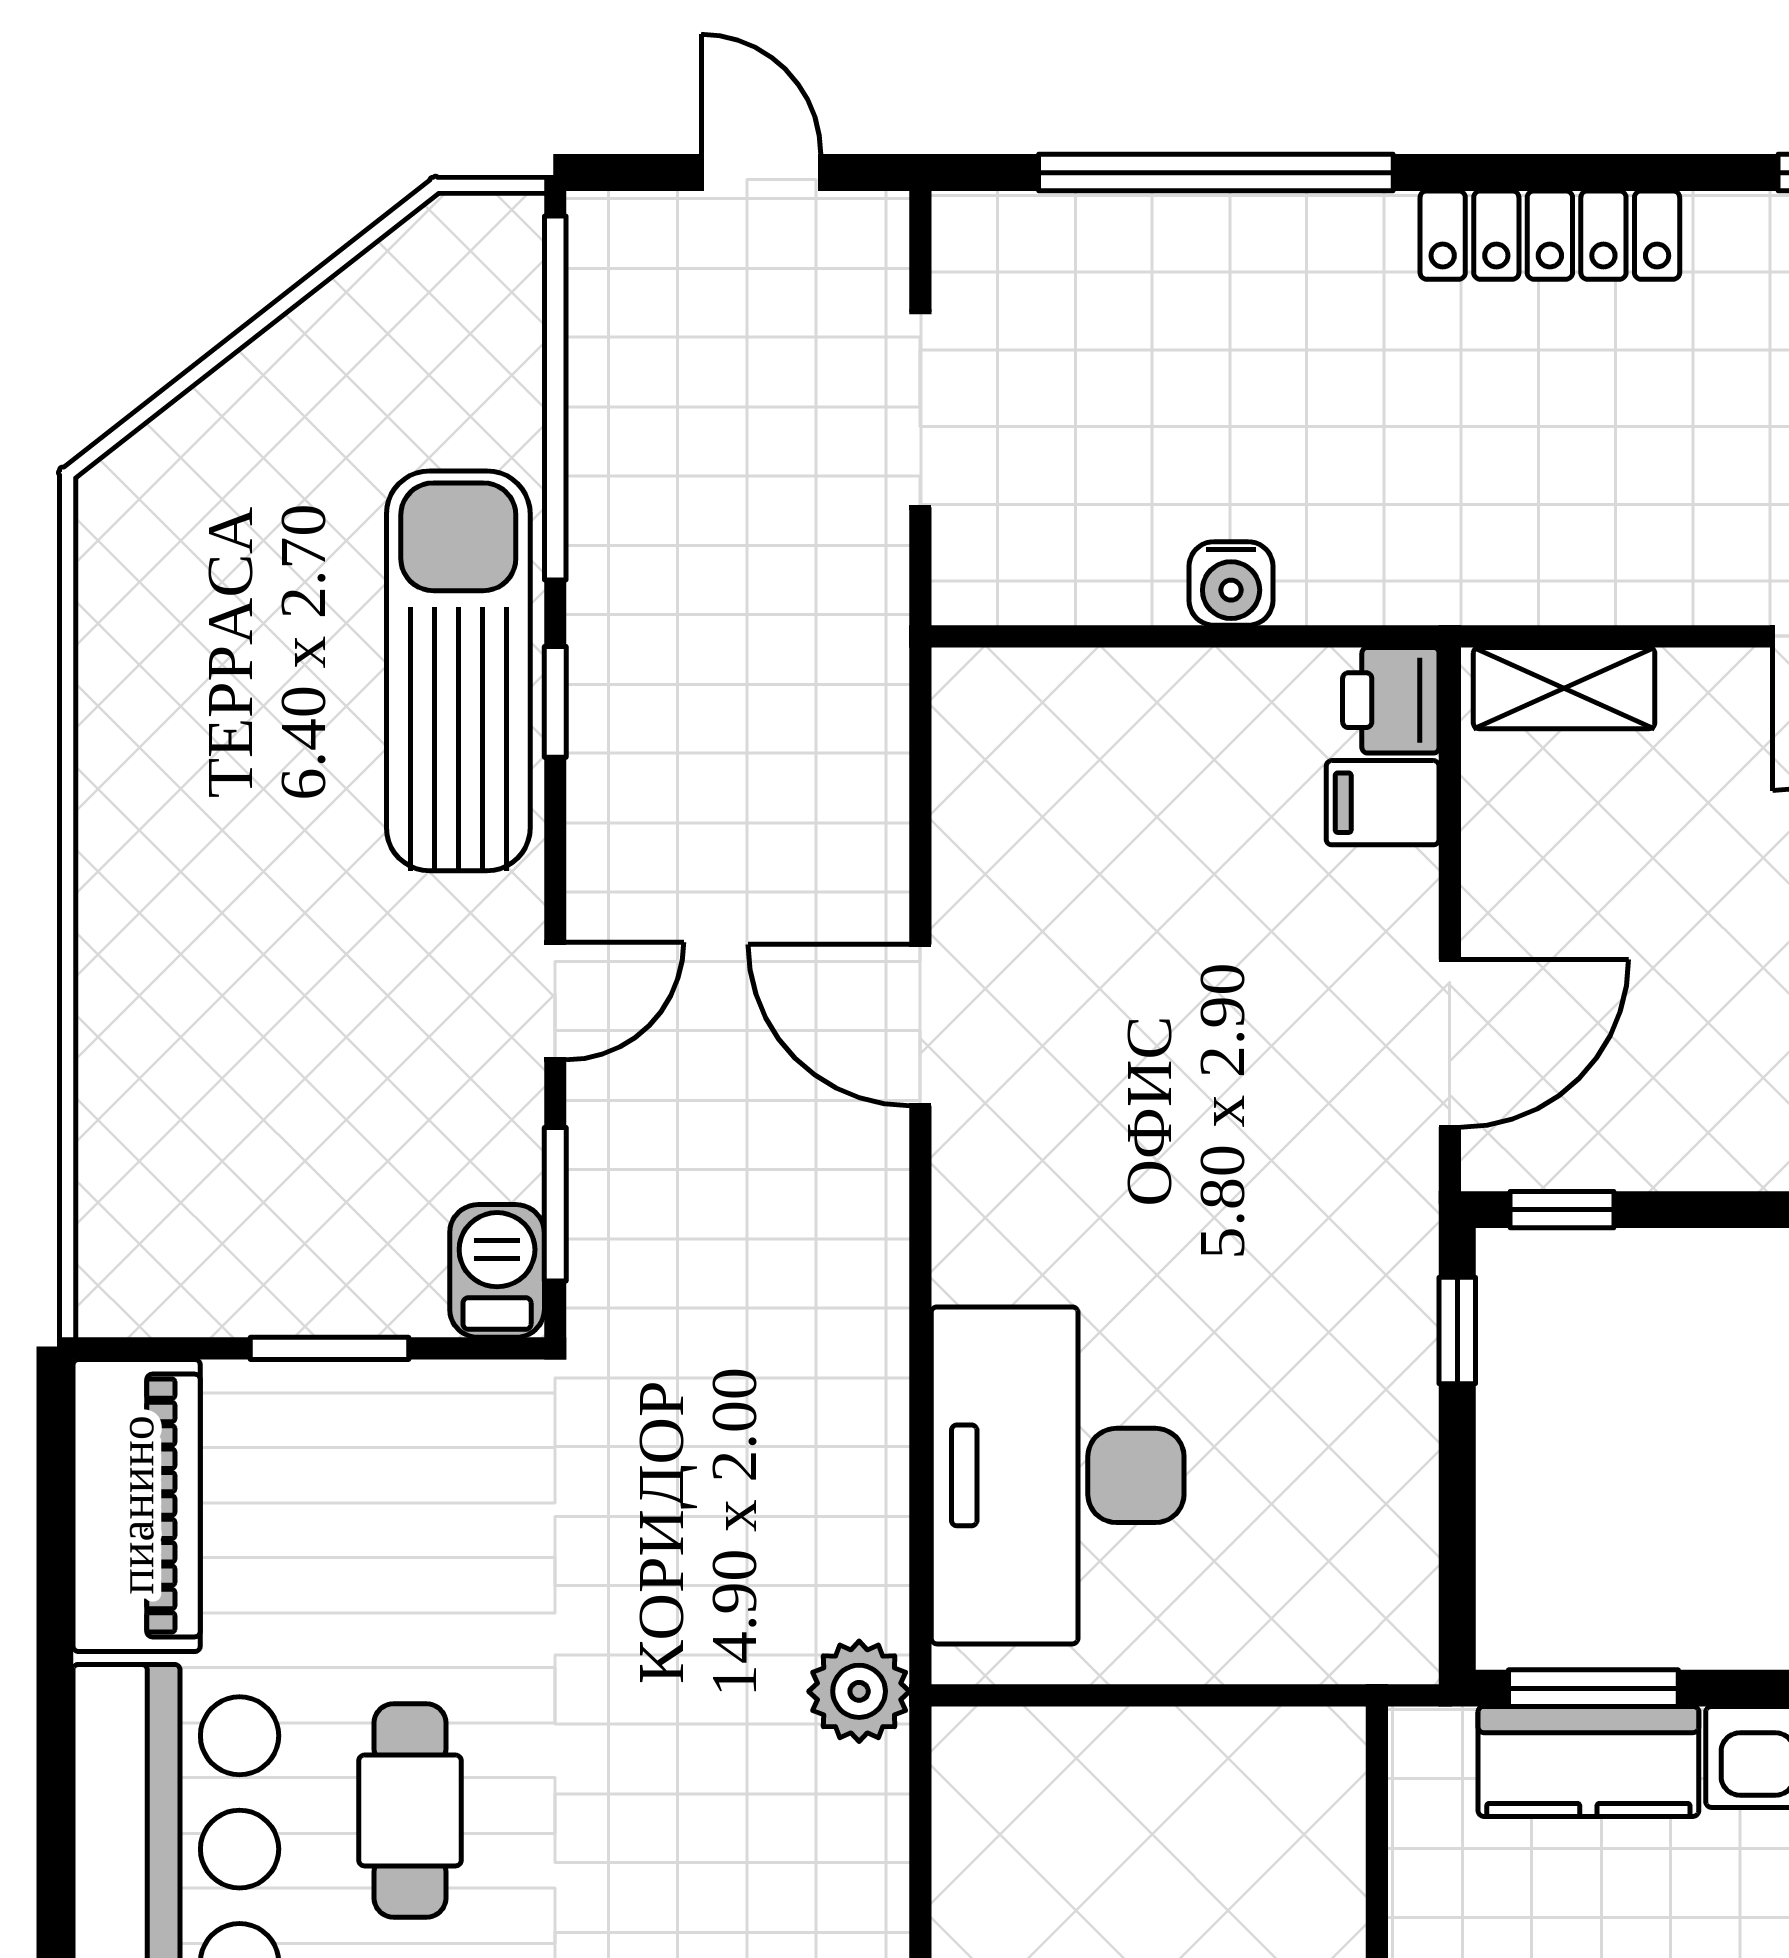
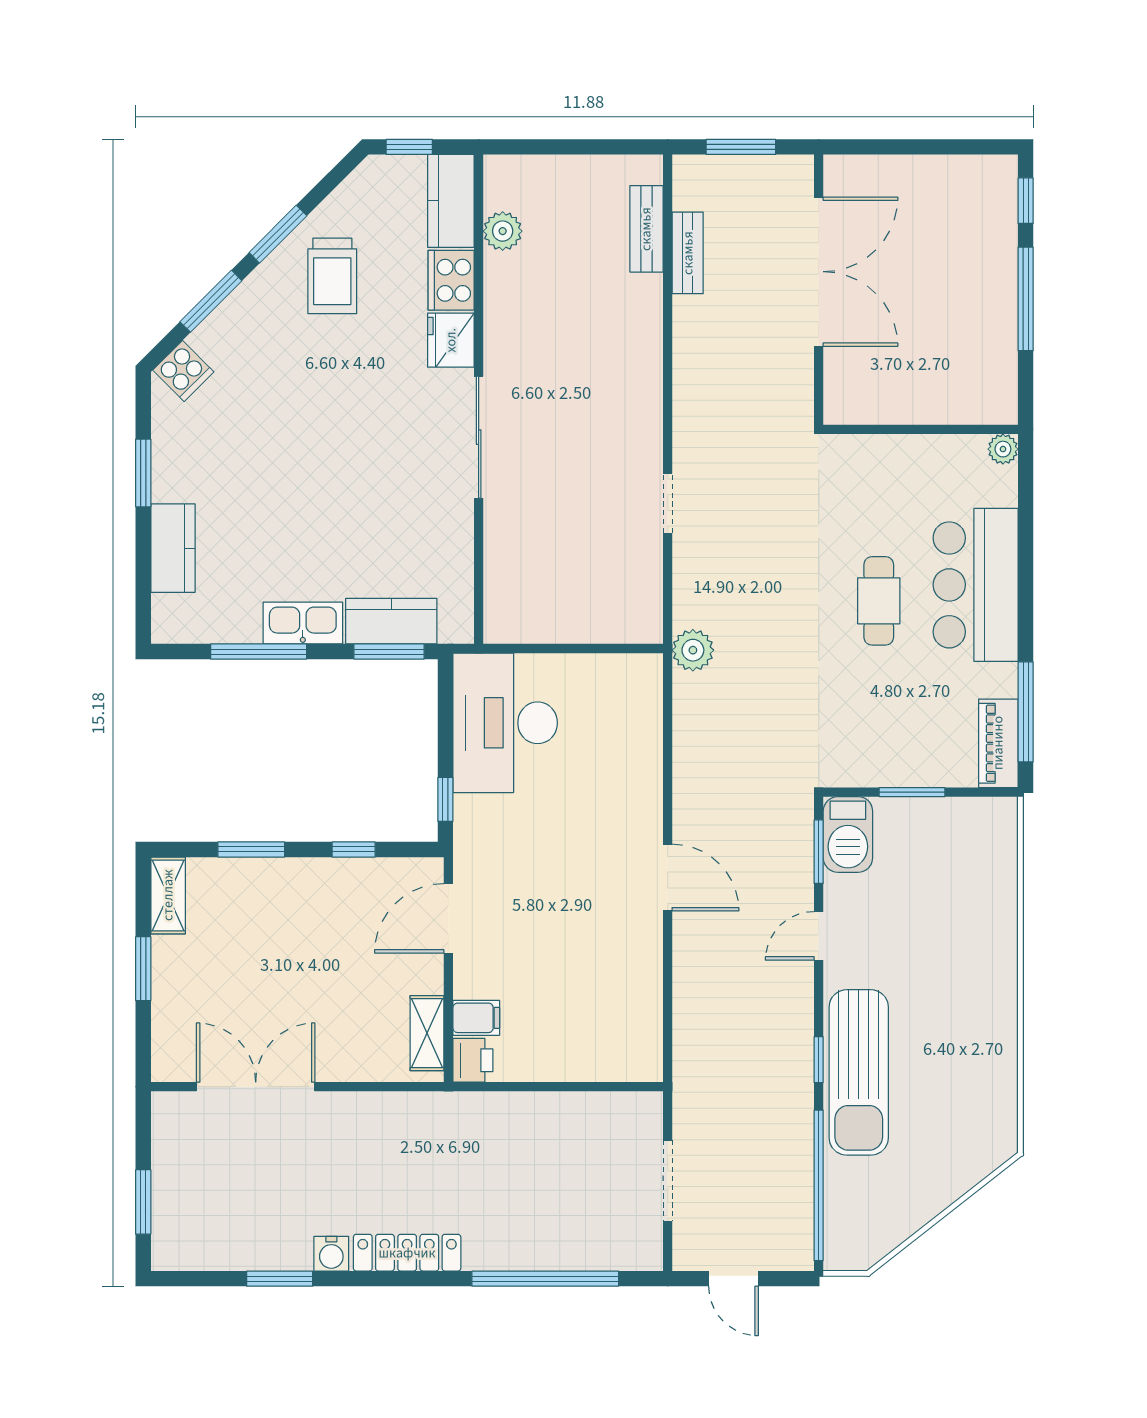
water cooler: (1231, 583) -> (331, 1254), moved, turned 180
shelving: (1564, 688) -> (427, 1033), moved, turned 90
door: (920, 1025) -> (668, 878), moved
window: (1562, 1210) -> (354, 849), moved
barbecue: (497, 1271) -> (848, 834), width x1.38, depth x1.27
desk: (1058, 1475) -> (505, 723), moved, turned 180
piano: (137, 1505) -> (998, 743), width x0.73, depth x0.75
window: (55, 1542) -> (1026, 712), added

